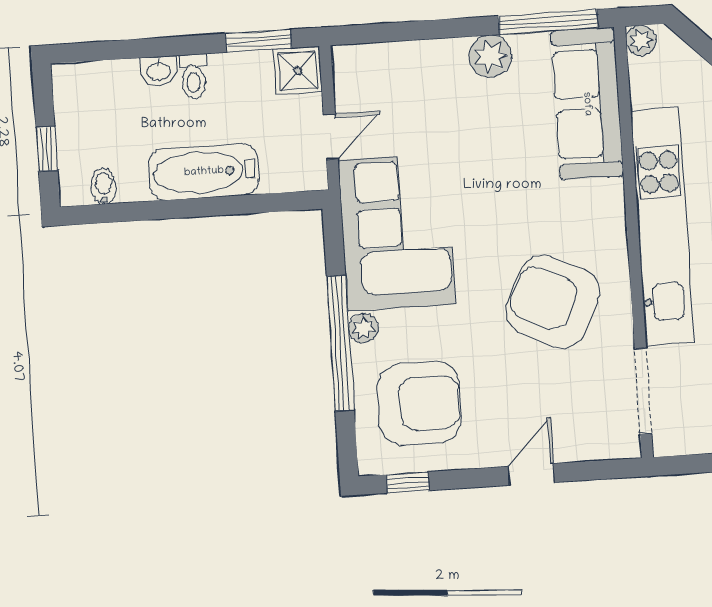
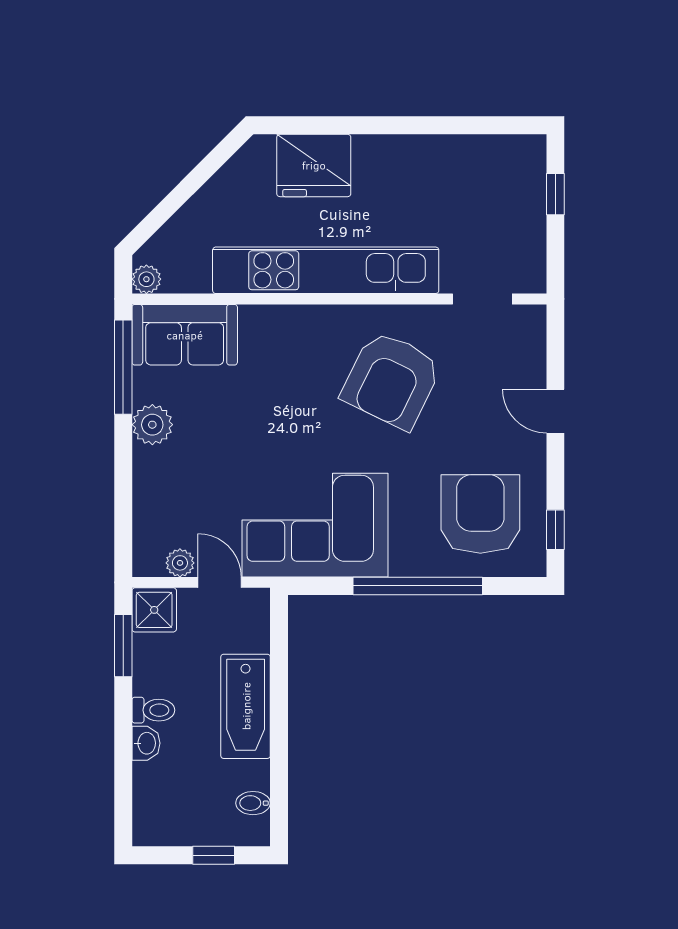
sofa: (587, 104) -> (185, 335), width x0.73
plant: (363, 328) -> (180, 563), moved
doorway: (643, 391) -> (482, 299), width x0.73

